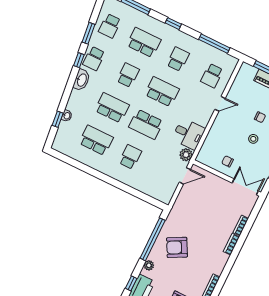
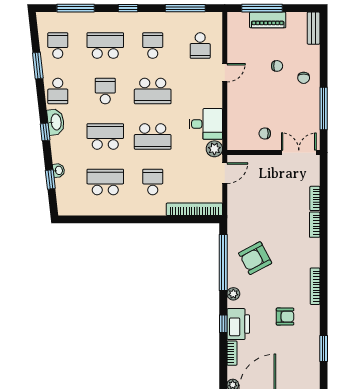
school desk: (110, 26) -> (58, 46), turned 180
window: (79, 60) -> (45, 132), moved
school desk: (162, 92) -> (153, 91), turned 180
stool: (253, 139) -> (281, 94), removed
bookcase: (151, 191) -> (194, 209), added

